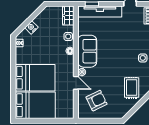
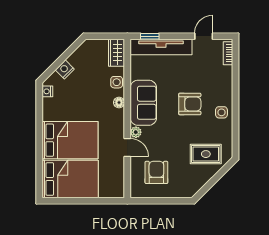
armchair: (120, 52) -> (190, 104), added
rug: (132, 88) -> (206, 154), turned 90
armchair: (97, 101) -> (156, 172), turned -64

